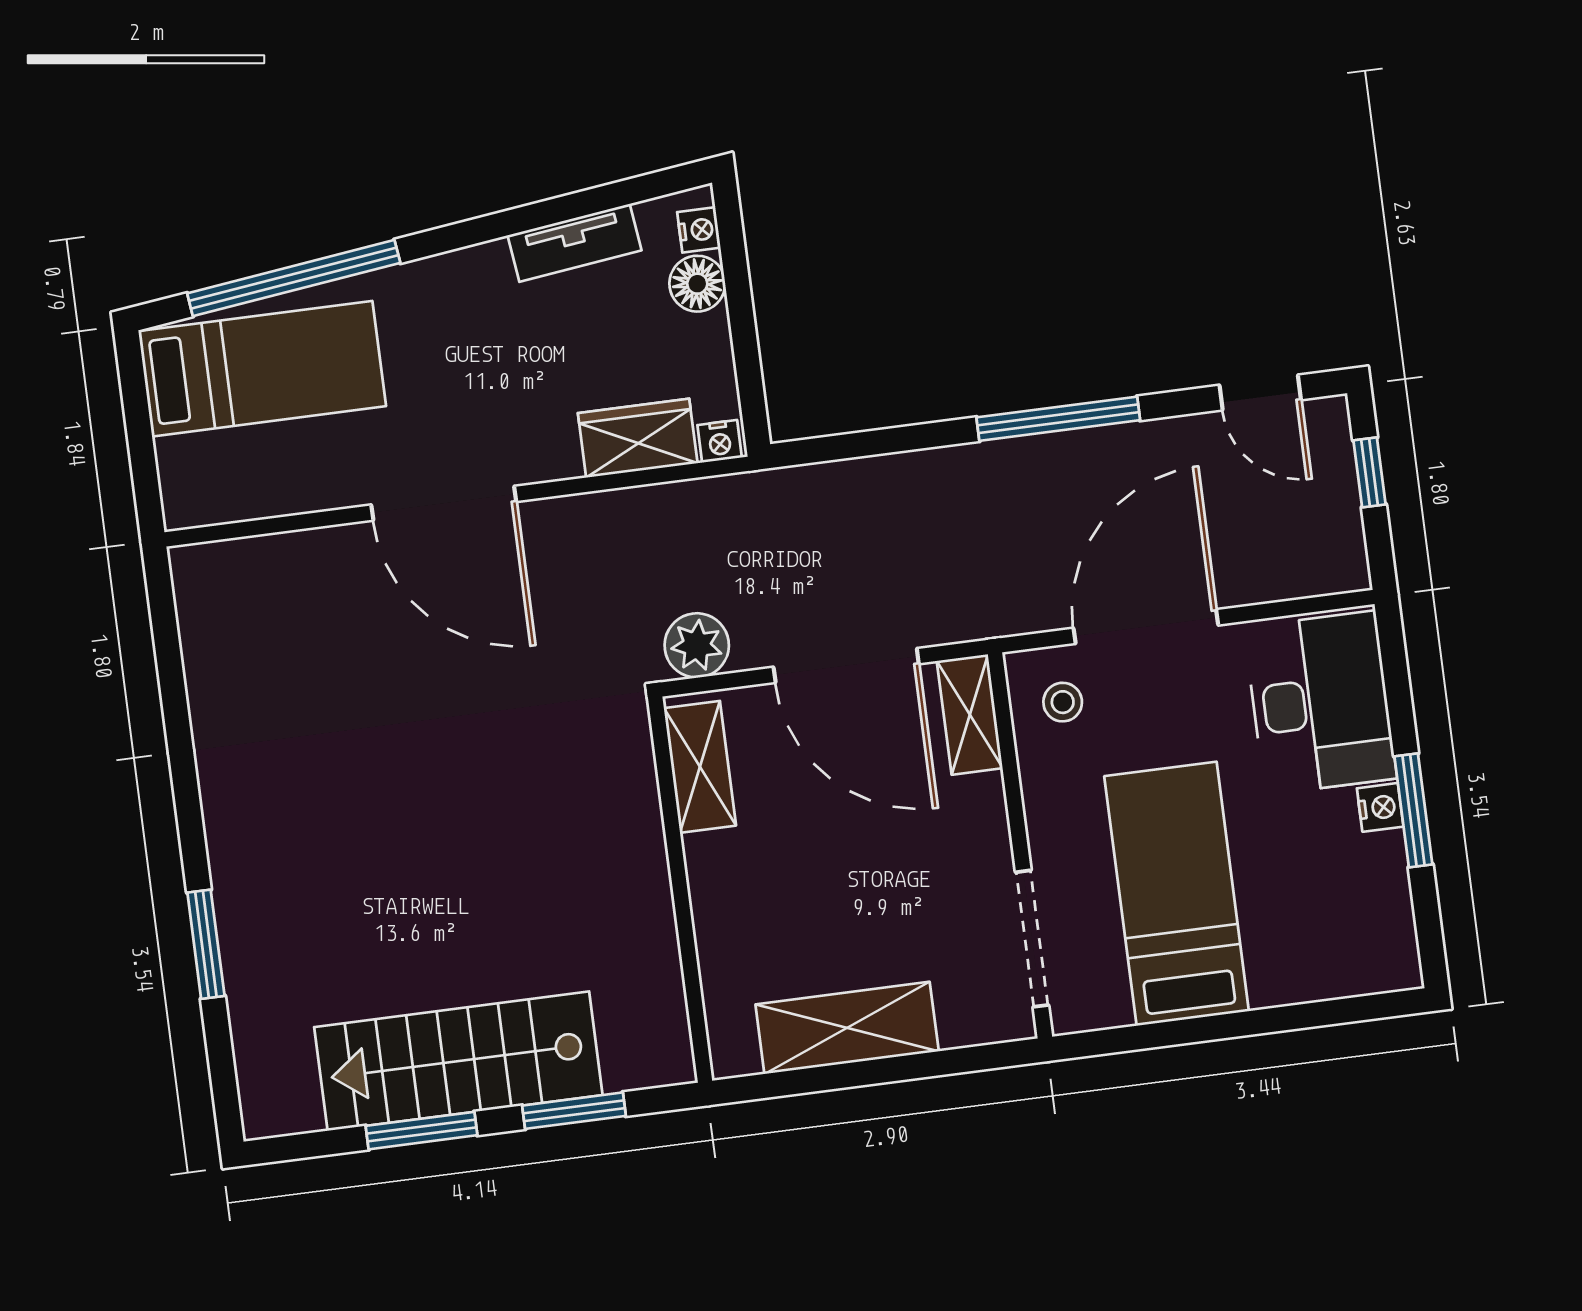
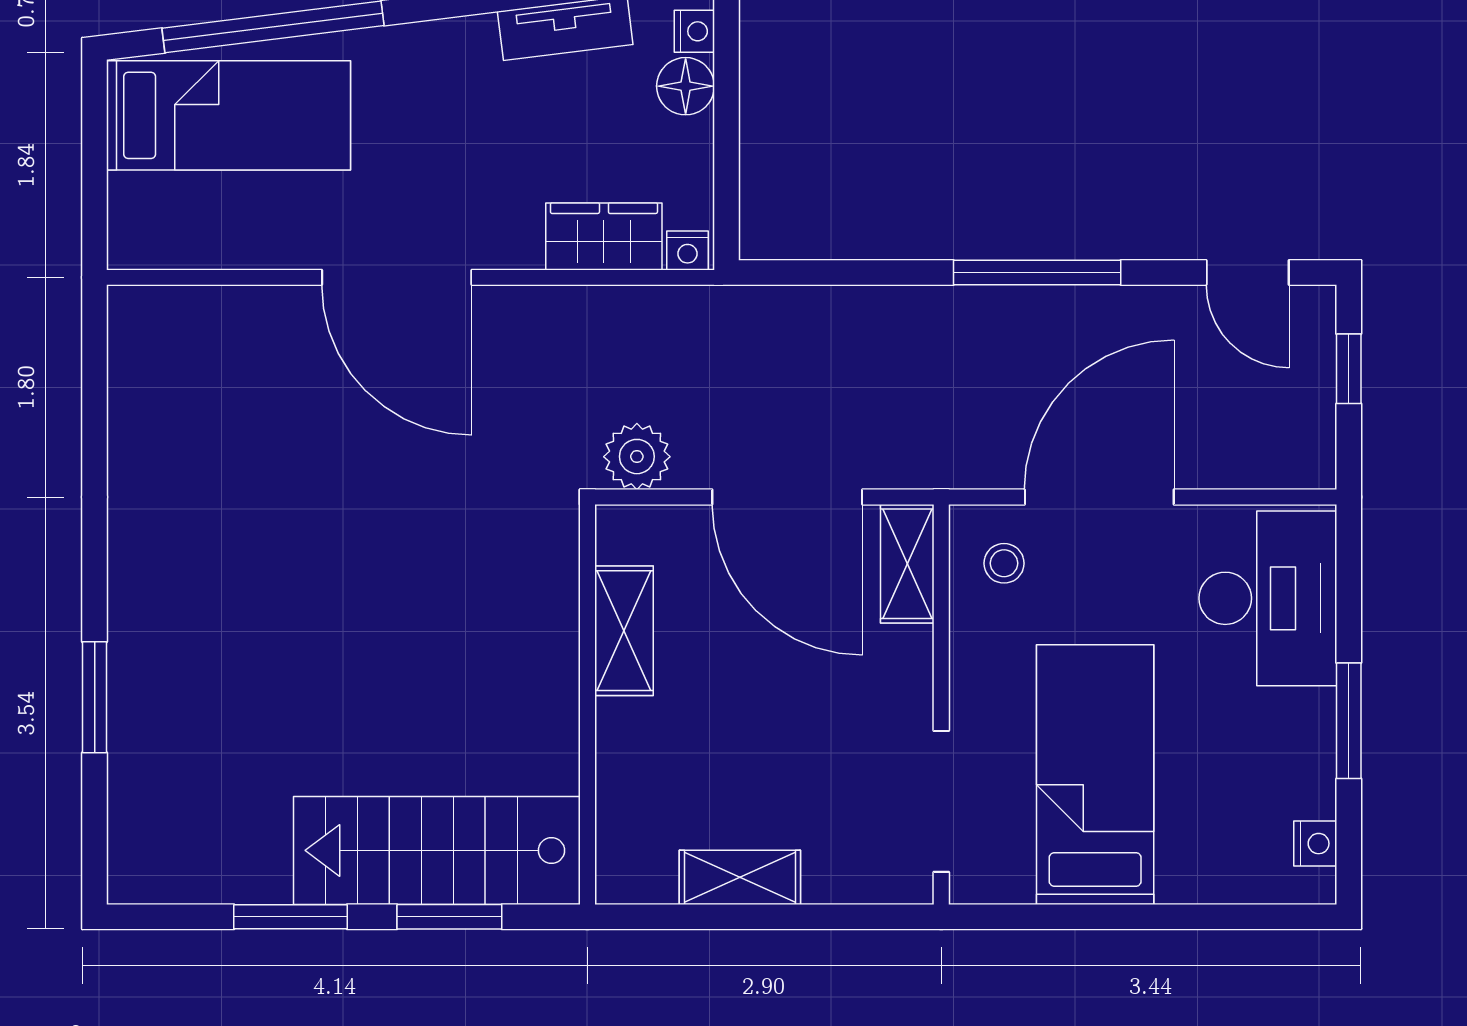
shelving: (700, 767) -> (624, 631), moved
nightstand: (1380, 807) -> (1315, 844), moved
shelving: (847, 1028) -> (740, 877), width x0.67, depth x0.75
stairs: (458, 1061) -> (437, 850), moved

